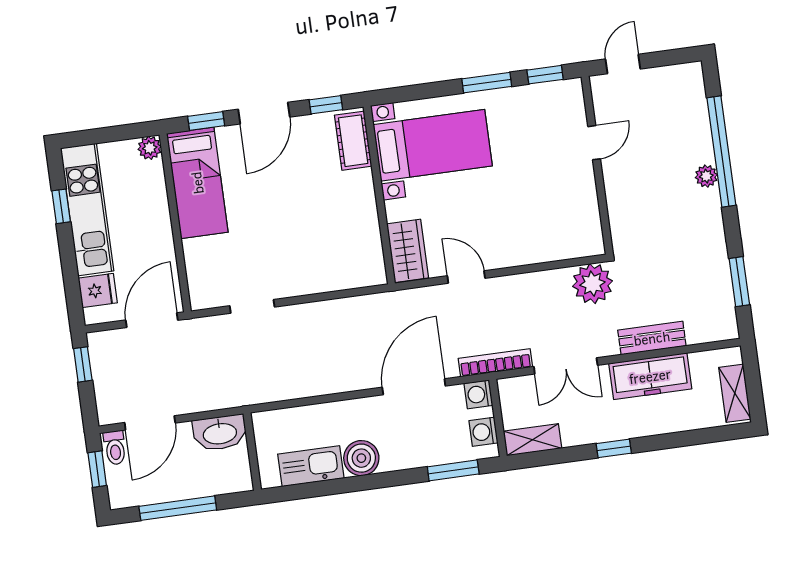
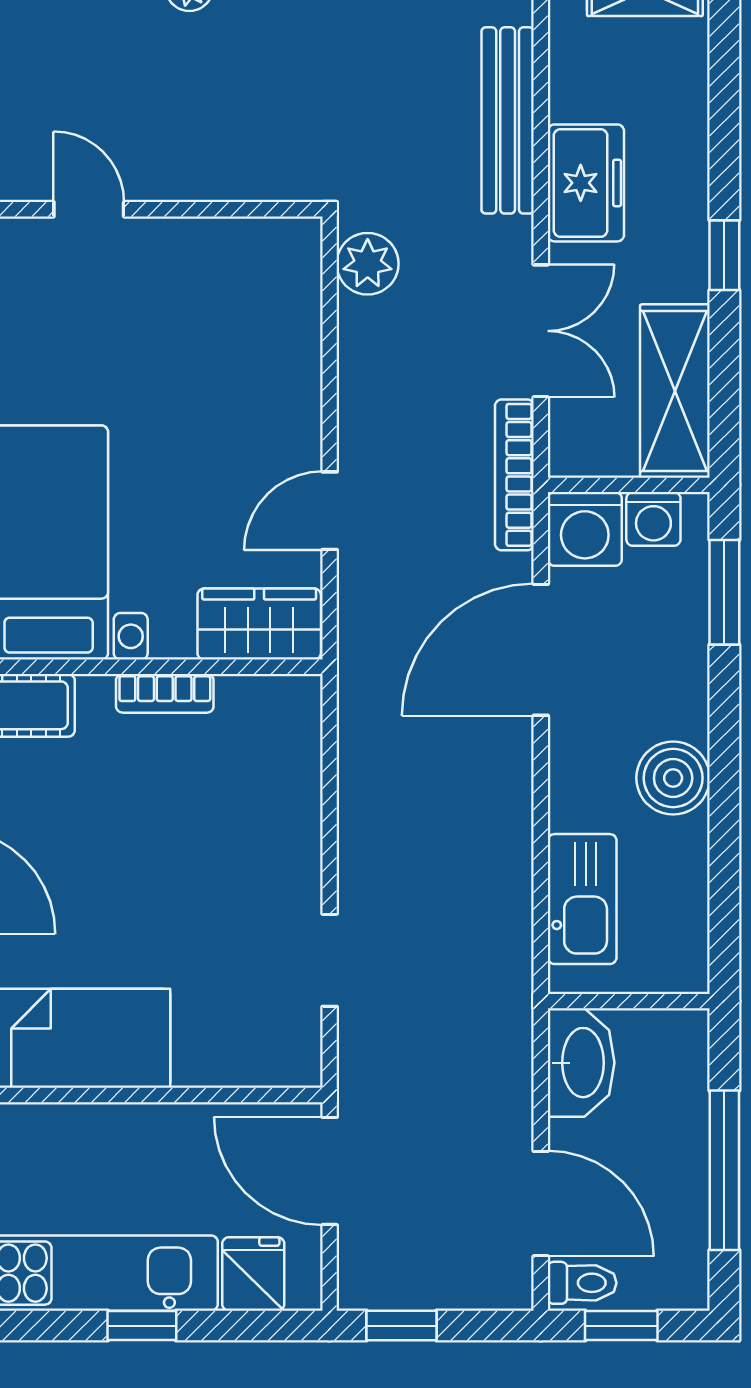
window: (61, 206) -> (142, 1326), moved
bookcase: (369, 210) -> (165, 693), added
plant: (592, 284) -> (368, 264), width x0.73, depth x0.73
bench: (652, 338) -> (508, 120), width x1.36
freezer: (650, 376) -> (586, 183), width x0.71
door: (414, 387) -> (541, 650), hinge flipped
washing machine: (478, 394) -> (585, 529), width x1.38, depth x1.38
shelving: (533, 440) -> (675, 391), width x1.50, depth x1.33
kitchen sink: (311, 466) -> (582, 899), moved, turned 180

